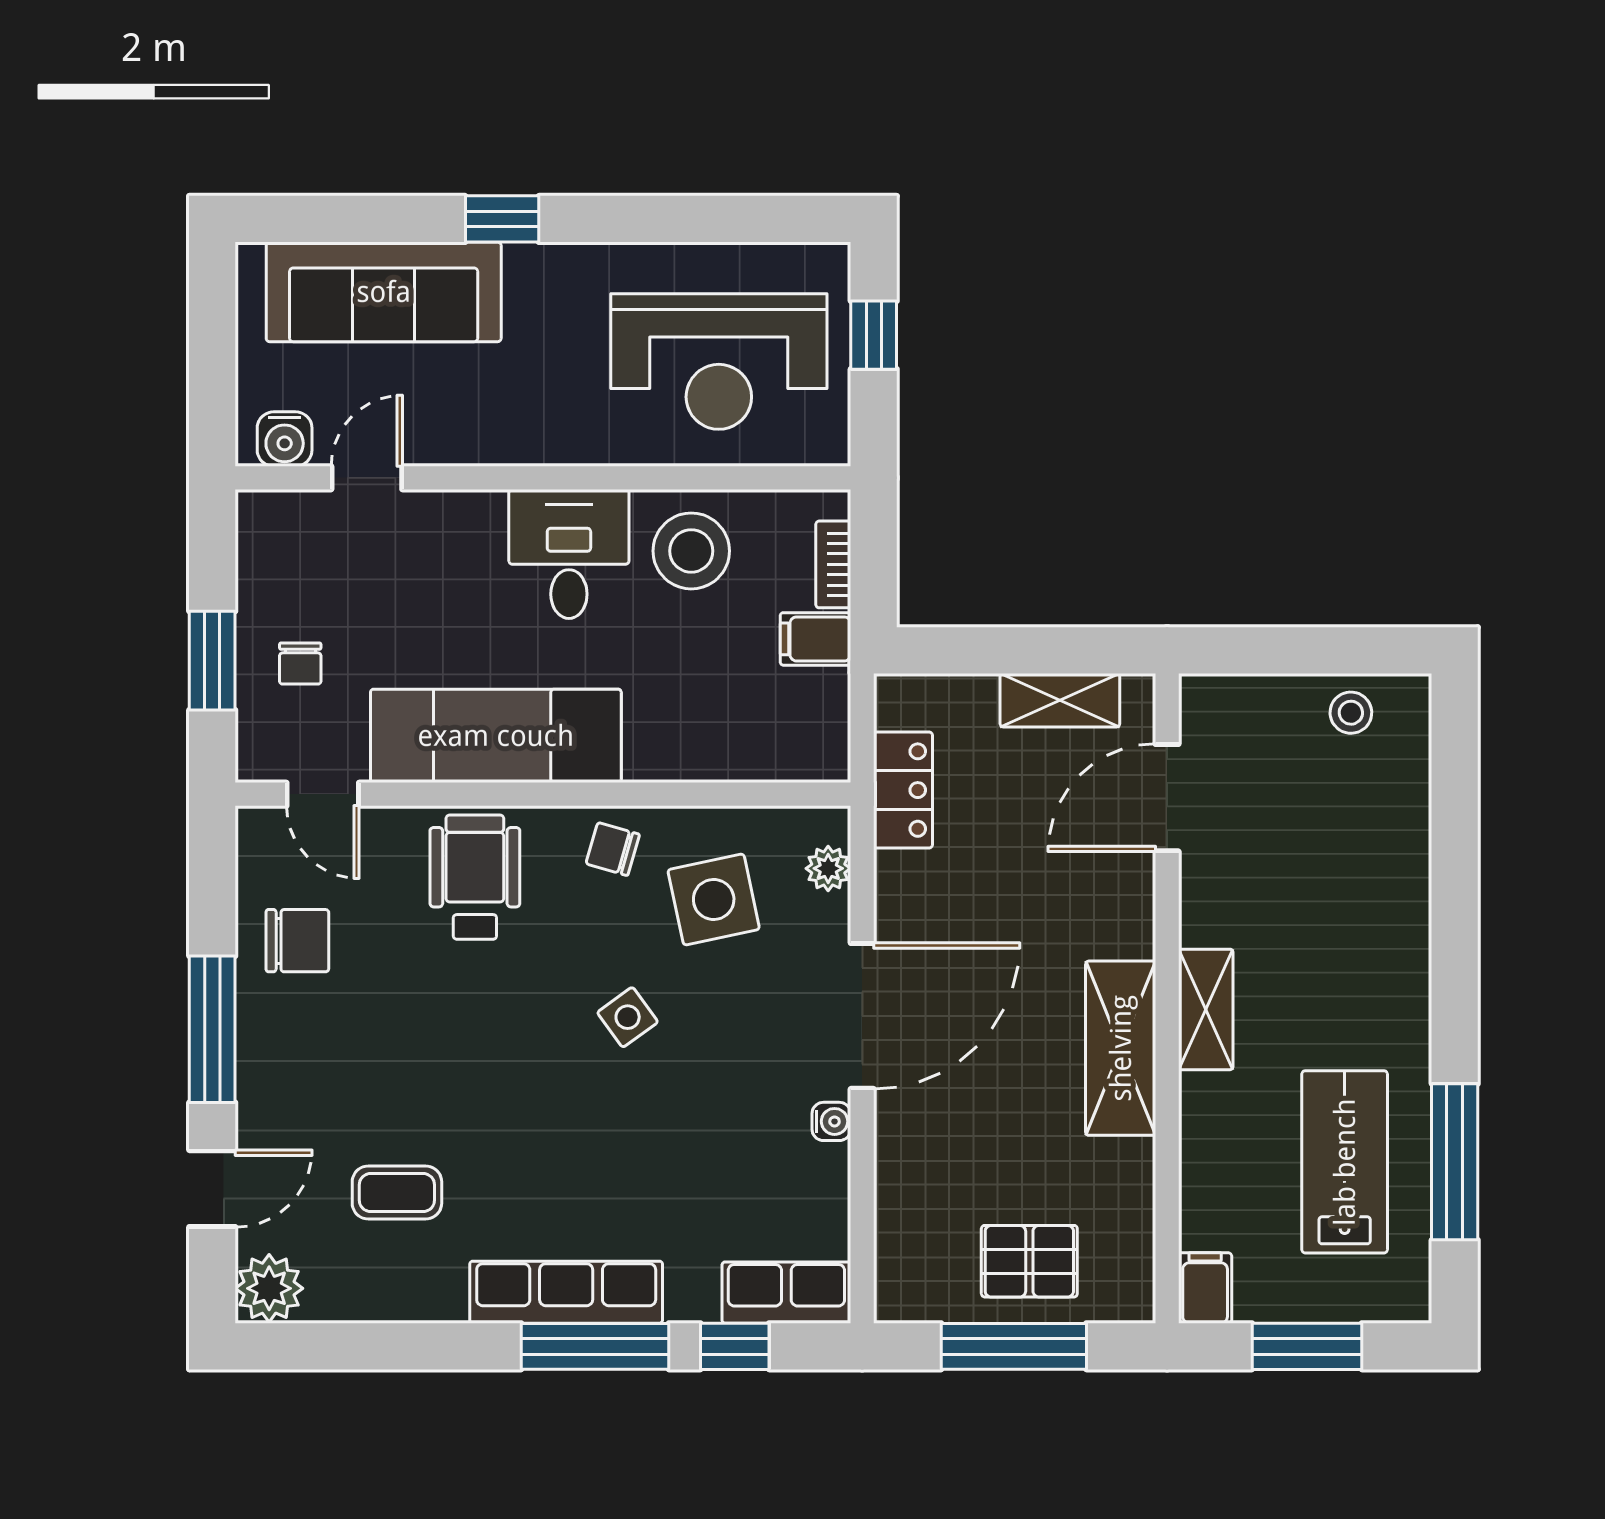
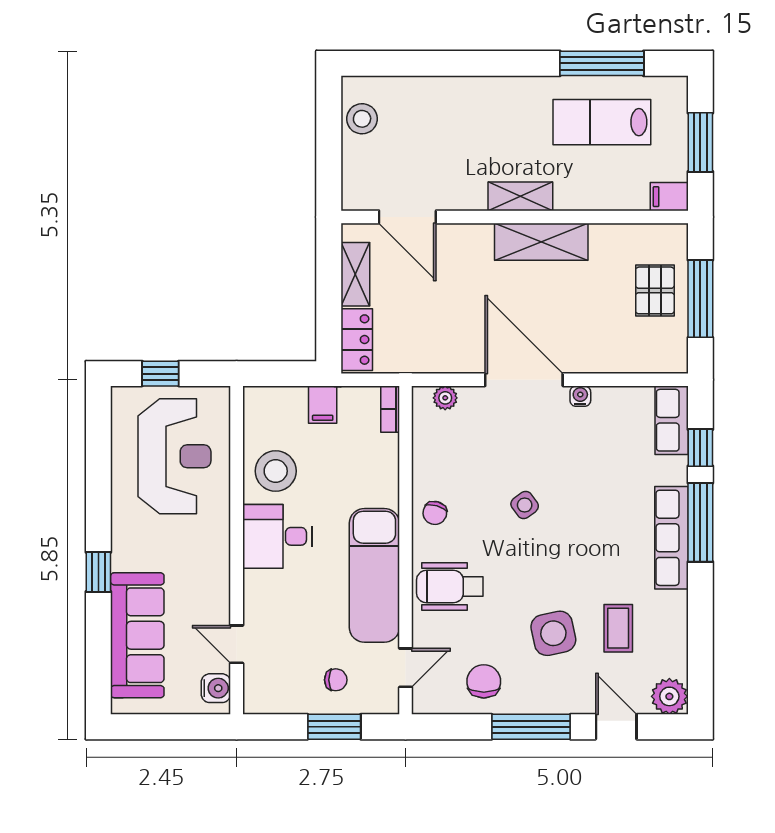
bookcase: (833, 564) -> (390, 409), moved, turned 90
stool: (1351, 713) -> (362, 119), width x1.37, depth x1.37
locker: (903, 790) -> (357, 340), moved, turned 90
side table: (714, 899) -> (553, 633), moved

